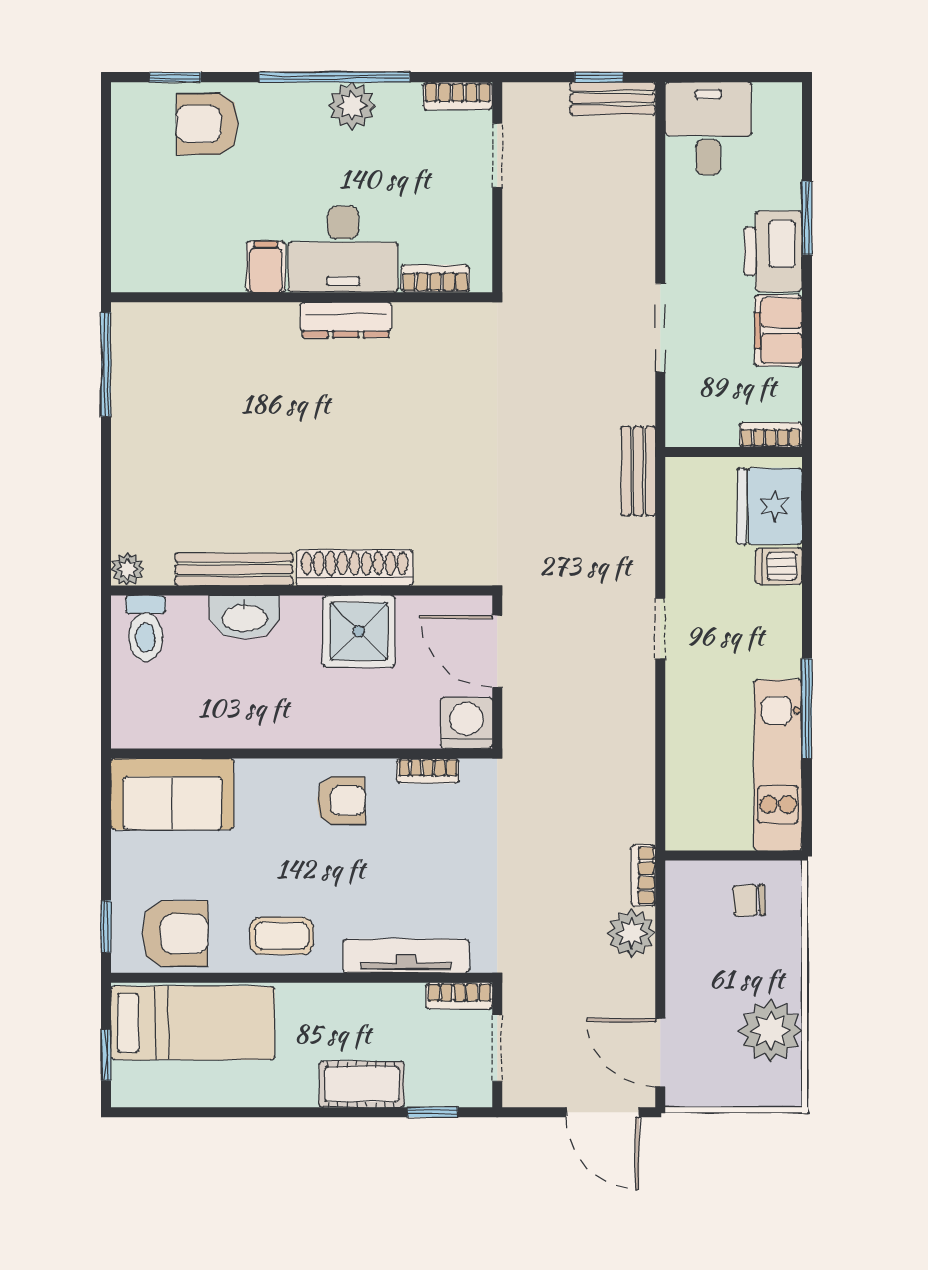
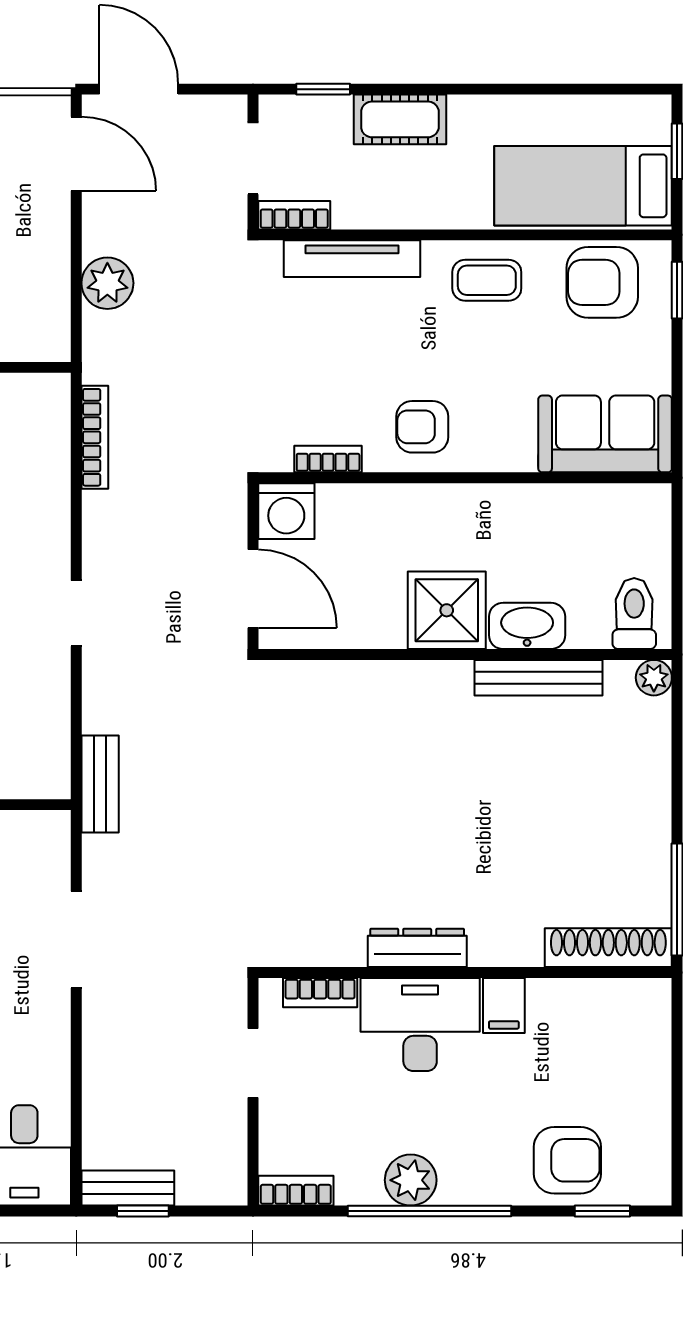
doorway: (497, 155) -> (253, 1063), moved
shoe rack: (355, 568) -> (608, 948), moved, turned 180
shower: (359, 631) -> (447, 610), moved
bookcase: (643, 875) -> (95, 437), moved, width x1.56

